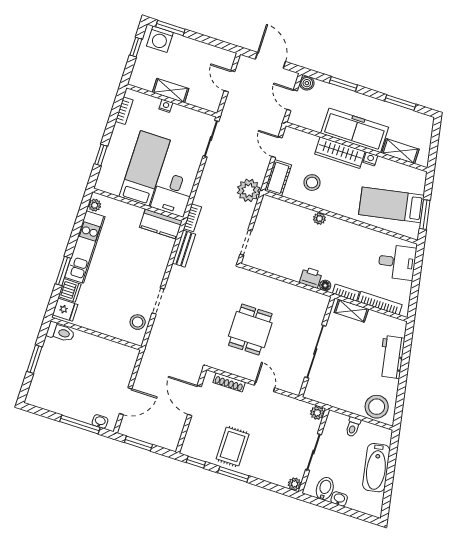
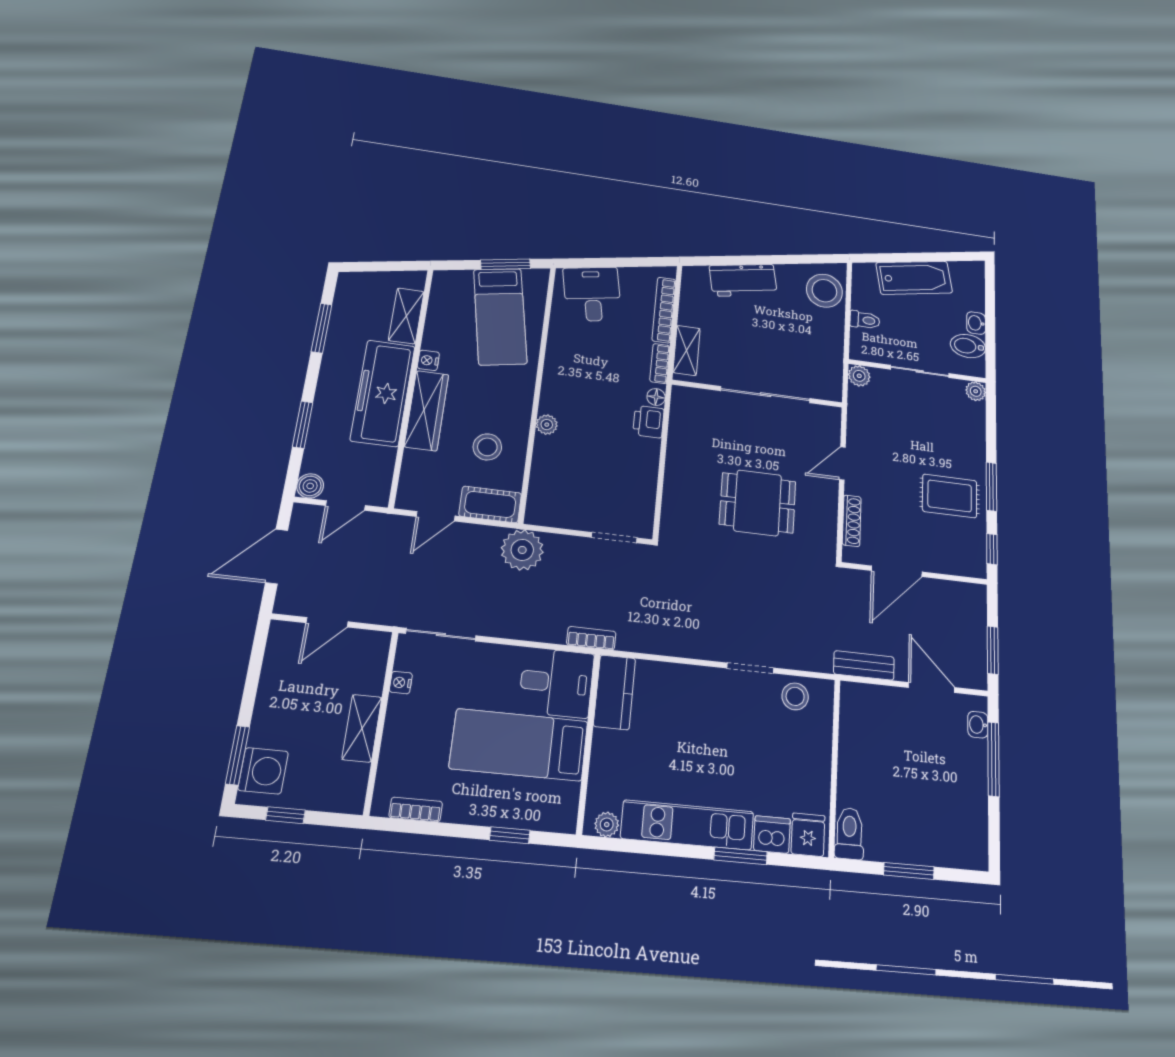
nightstand: (166, 106) -> (401, 683), moved
bench: (184, 249) -> (864, 665), moved

